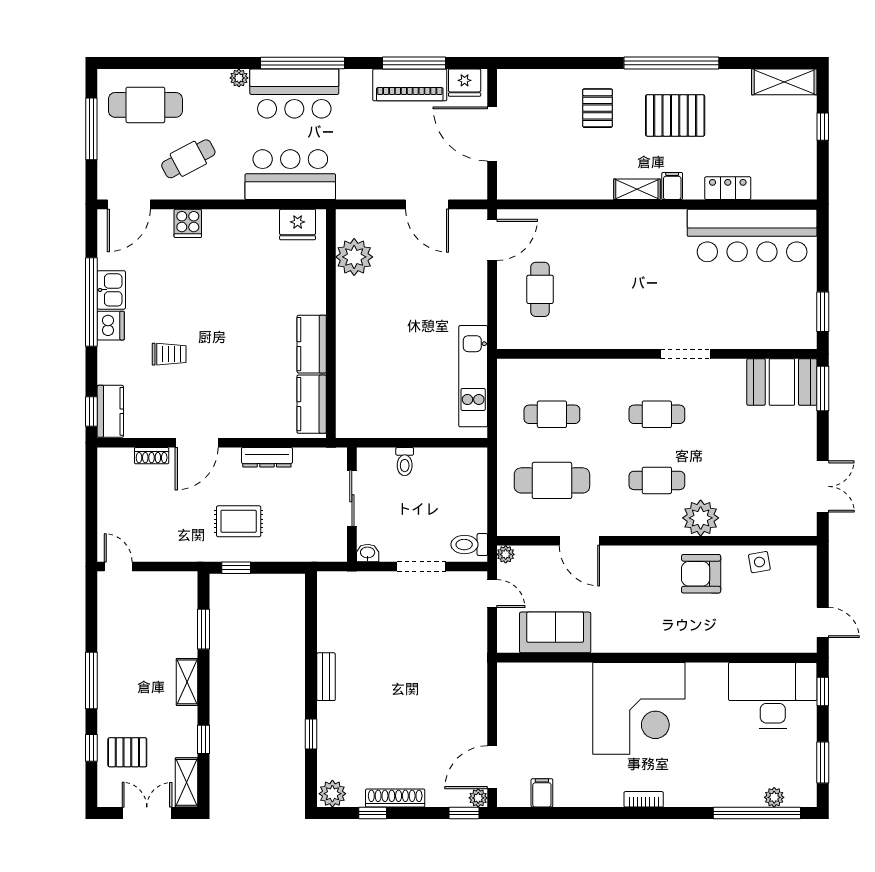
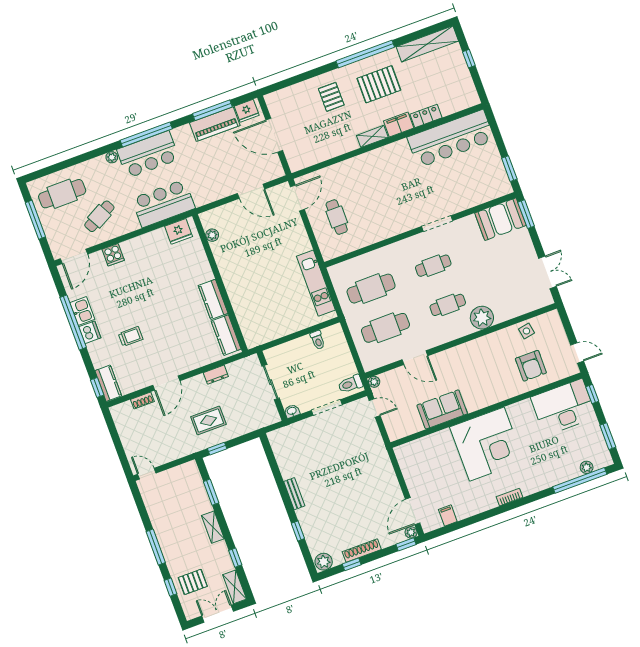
shelving: (784, 82) -> (427, 44), width x1.47
filing cabinet: (672, 186) -> (399, 125), width x2.00
plant: (354, 257) -> (212, 235), width x0.53, depth x0.53
cafe table: (552, 414) -> (371, 289), width x1.37, depth x1.35
dresser: (267, 457) -> (216, 375), width x0.70
toilet: (405, 462) -> (318, 340), moved
armchair: (701, 574) -> (531, 366), moved, turned -90
sofa: (555, 632) -> (442, 409), moved

